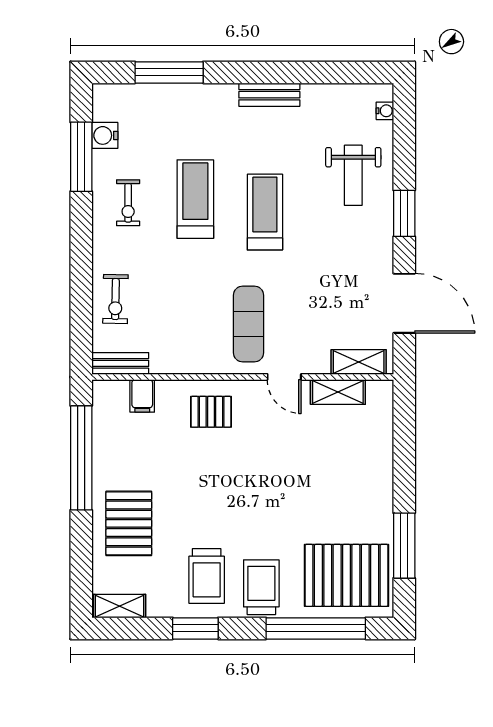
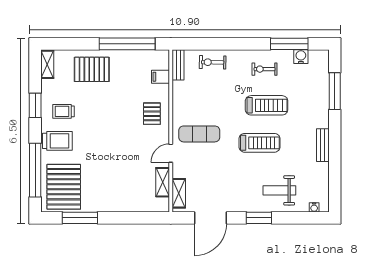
trolley: (207, 576) -> (63, 111), width x0.73, depth x0.72

